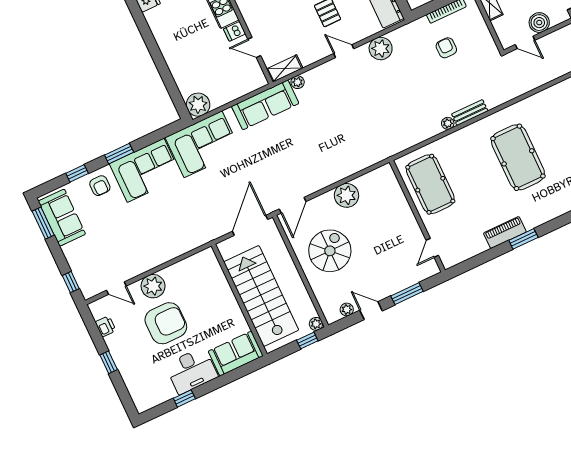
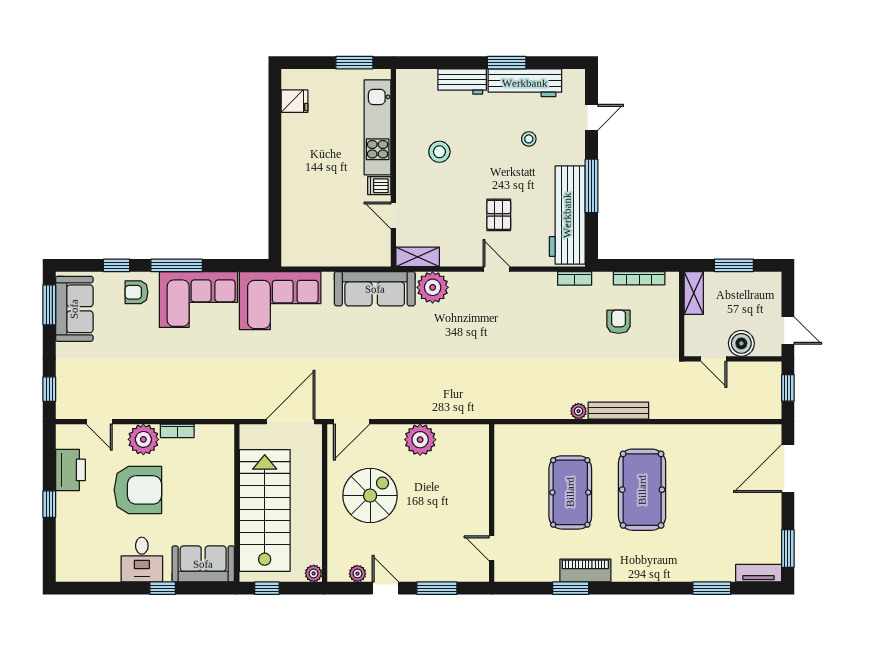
bookcase: (401, 32) -> (575, 278), added
plant: (381, 48) -> (541, 286), removed
plant: (298, 82) -> (433, 287), width x1.87, depth x1.87
plant: (198, 105) -> (296, 251), removed
bench: (470, 113) -> (618, 411), width x1.36
window: (119, 154) -> (177, 265), width x1.44
pool table: (430, 184) -> (570, 492), moved
armchair: (100, 186) -> (136, 292), turned 90
window: (523, 239) -> (571, 588), moved
door: (432, 248) -> (492, 548), hinge flipped
bookcase: (174, 269) -> (177, 431), added
printer: (106, 326) -> (70, 470), width x1.87, depth x1.48
window: (307, 341) -> (267, 588), moved
desk: (191, 371) -> (142, 560), width x0.73
window: (184, 398) -> (163, 588), moved

